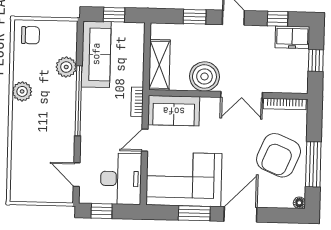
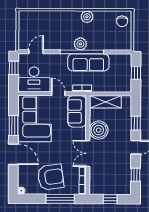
freezer: (292, 37) -> (124, 184), removed
sofa: (96, 54) -> (88, 62), moved
plant: (66, 67) -> (80, 44), moved
armchair: (279, 155) -> (51, 177), turned 149
window: (313, 164) -> (60, 199), moved

